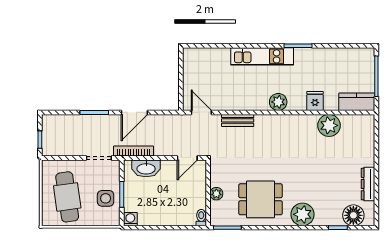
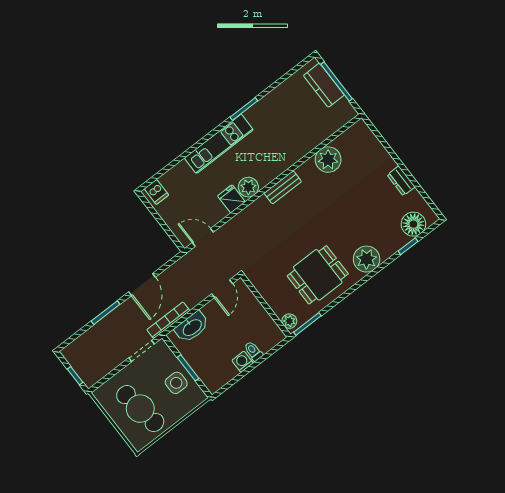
dishwasher: (194, 56) -> (156, 192), added
fridge: (315, 101) -> (231, 199), moved
plant: (278, 102) -> (248, 187), moved
kitchen counter: (357, 102) -> (324, 85), moved, turned -90
bench: (238, 120) -> (283, 187), moved
dresser: (368, 184) -> (401, 181), width x0.70
plant: (216, 194) -> (289, 321), moved
toilet: (201, 218) -> (253, 351), moved
washing machine: (130, 219) -> (243, 362), moved

